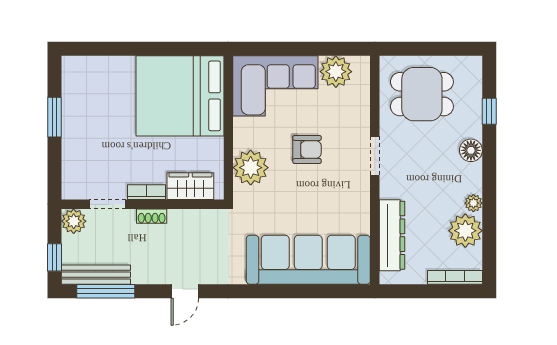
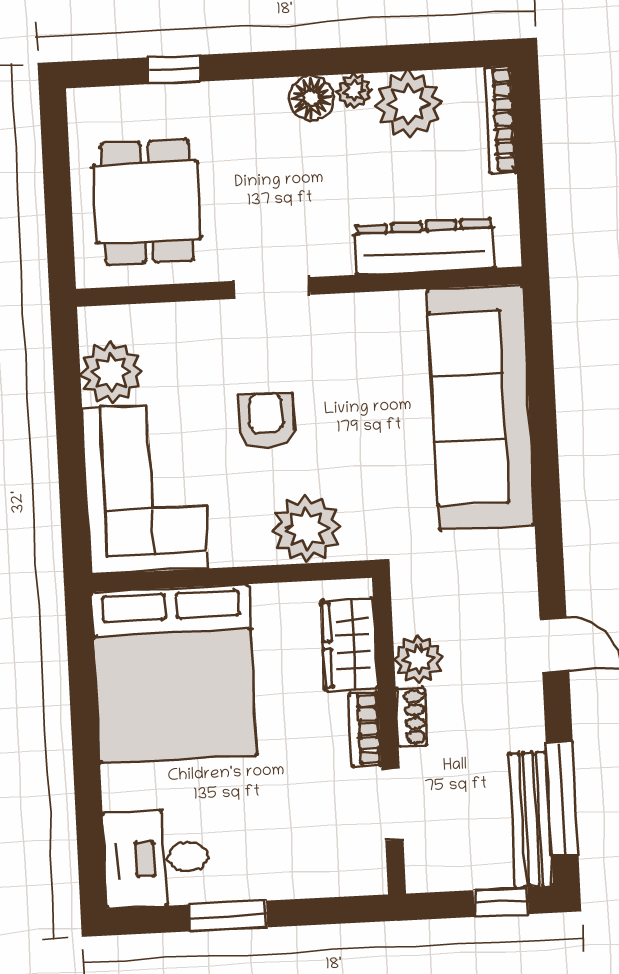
desk: (86, 82) -> (156, 858), added
floor lamp: (471, 150) -> (311, 98), moved
plant: (74, 221) -> (418, 659), moved

